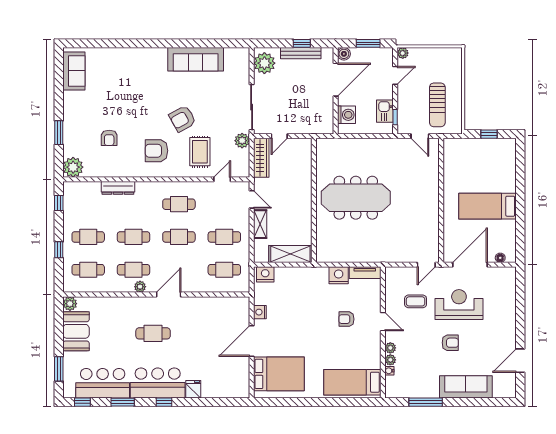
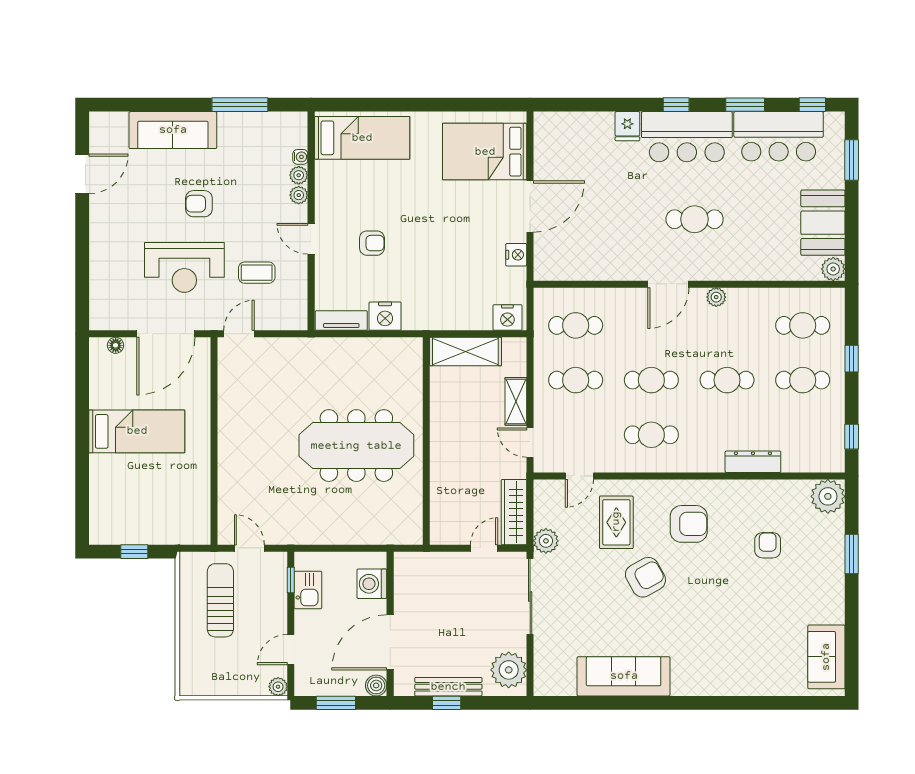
cafe table: (134, 270) -> (727, 325), removed

